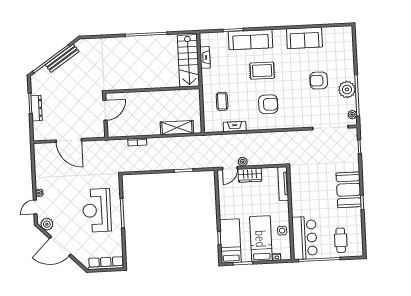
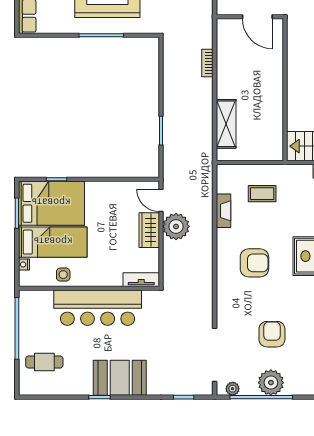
armchair: (319, 81) -> (272, 334), moved
armchair: (268, 104) -> (254, 263), turned -90
plant: (243, 162) -> (176, 226), width x1.88, depth x1.88
tv unit: (283, 184) -> (141, 280), width x0.71
bar counter: (304, 238) -> (98, 308), moved, width x1.36
bed: (230, 241) -> (51, 203), width x1.50

